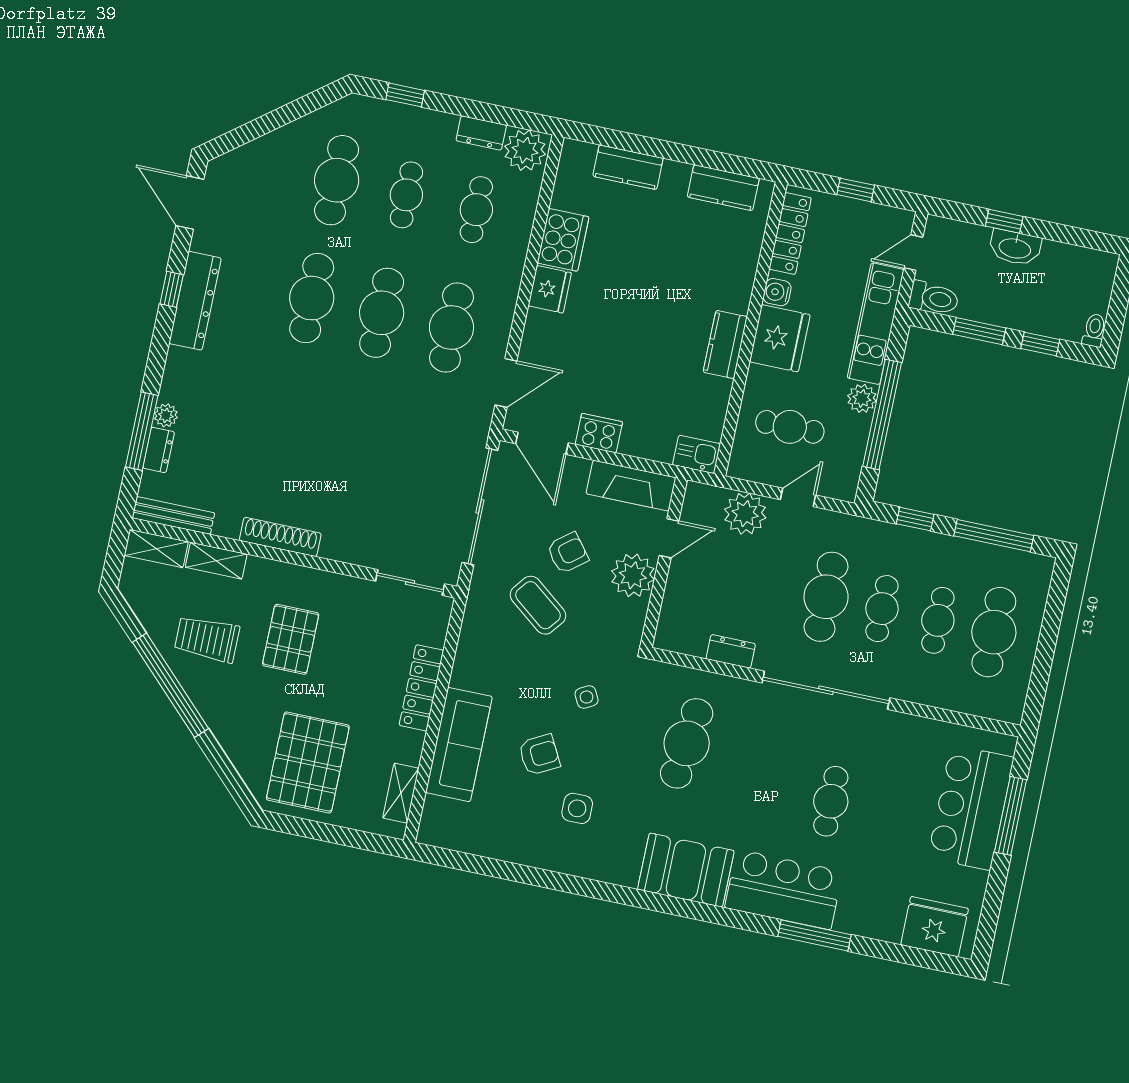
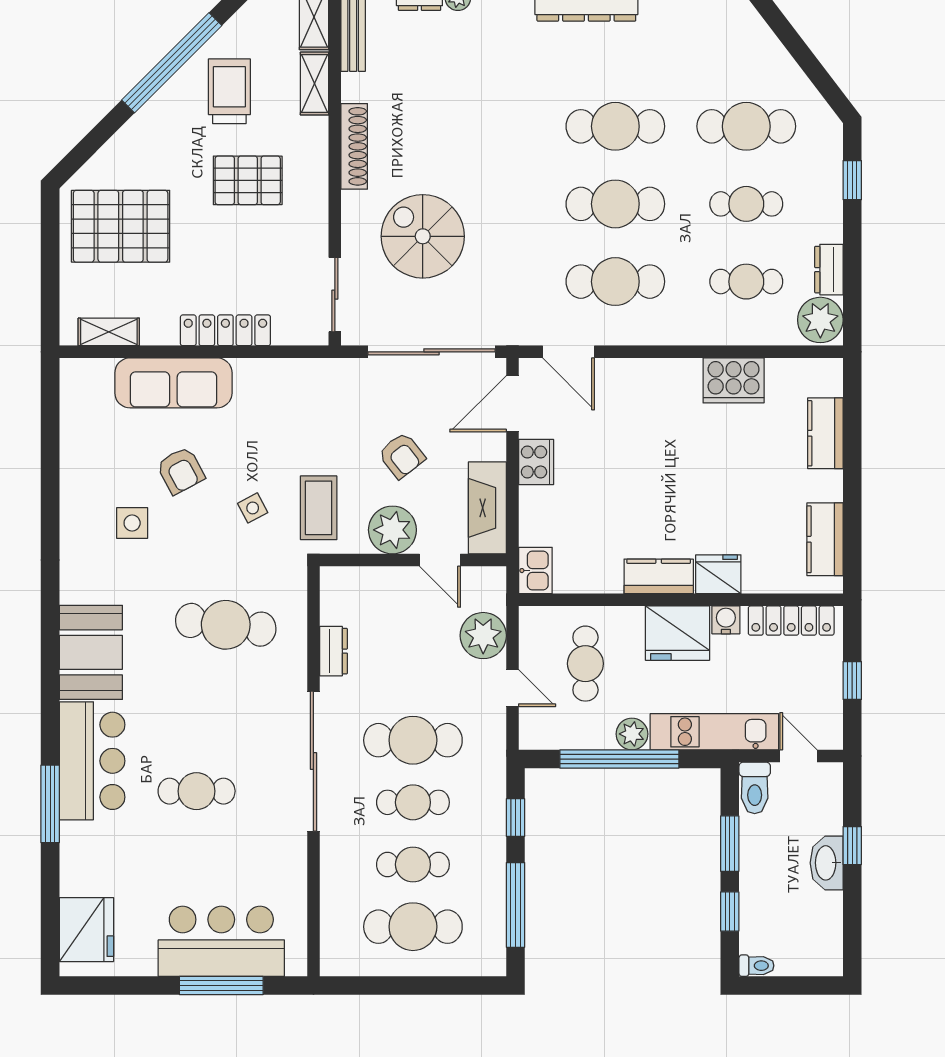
fridge: (550, 289) -> (718, 574), moved, turned 180
spiral stairs: (374, 492) -> (423, 236), added
coffee table: (538, 605) -> (319, 508), moved, turned -38

